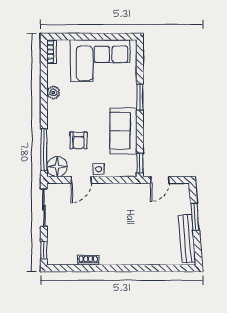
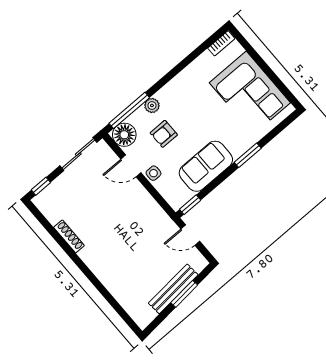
plant: (53, 92) -> (152, 105), moved
bench: (187, 239) -> (173, 289), moved
shoe rack: (88, 260) -> (69, 236), width x1.43

